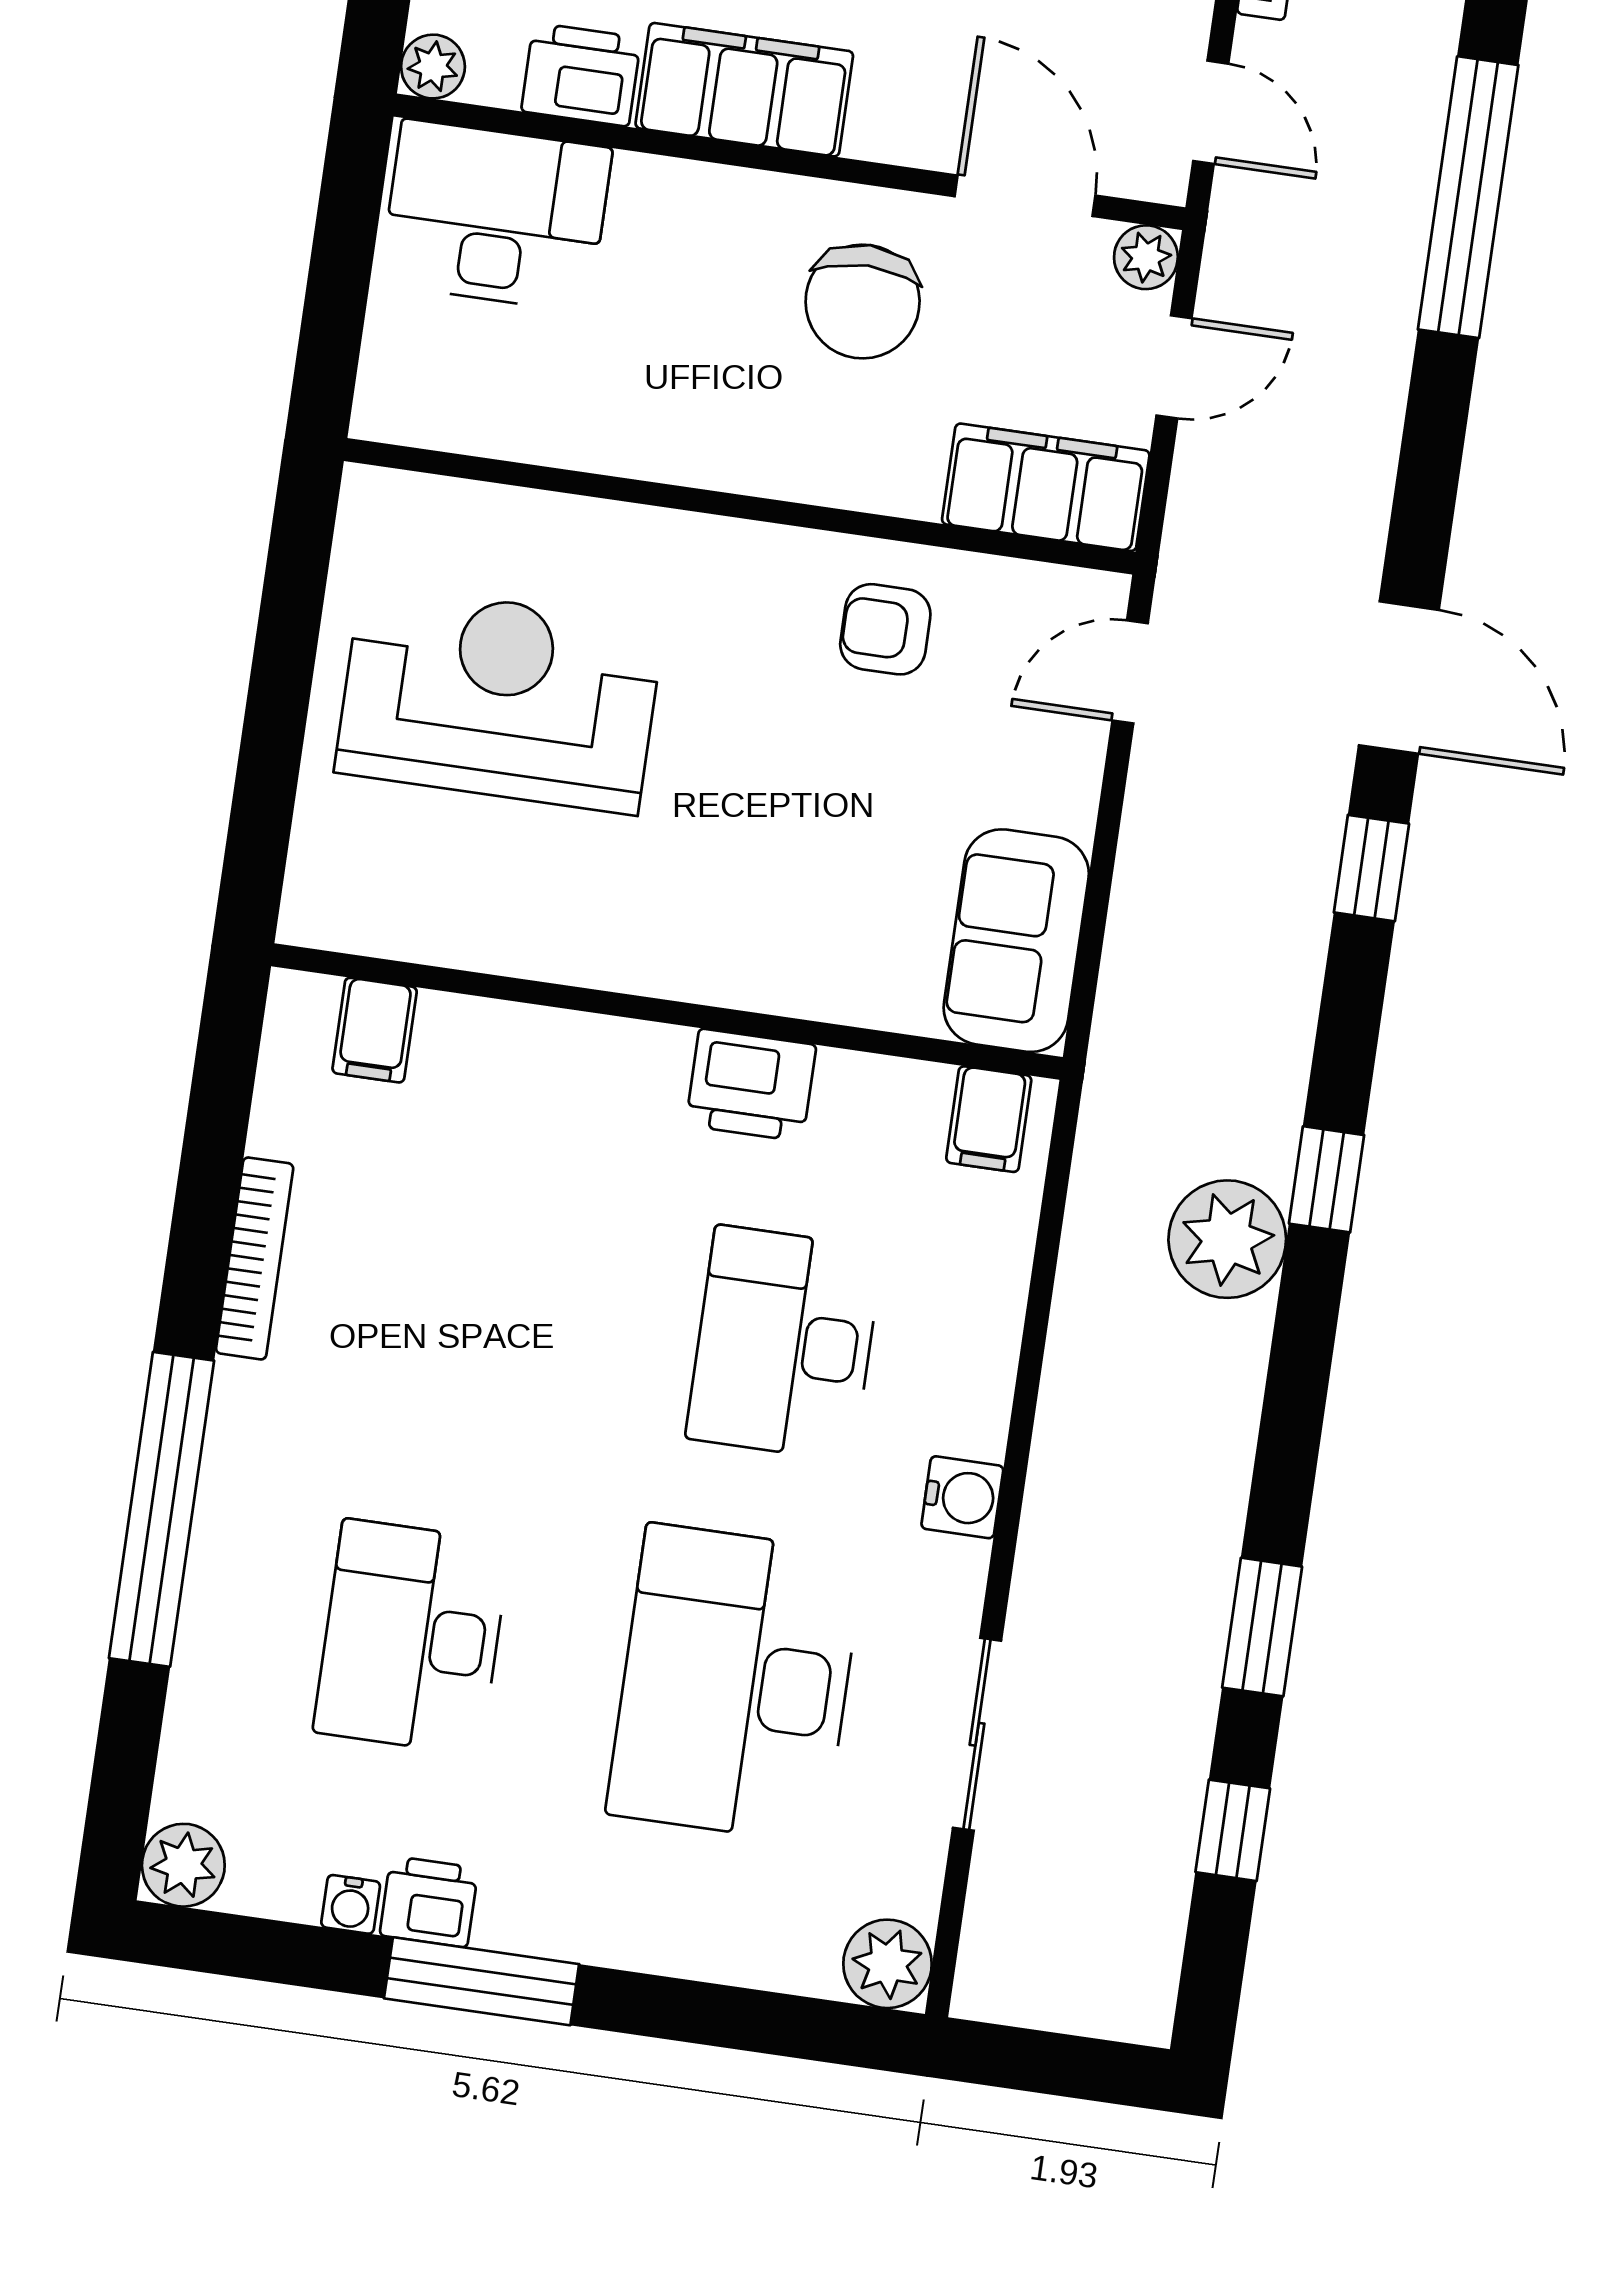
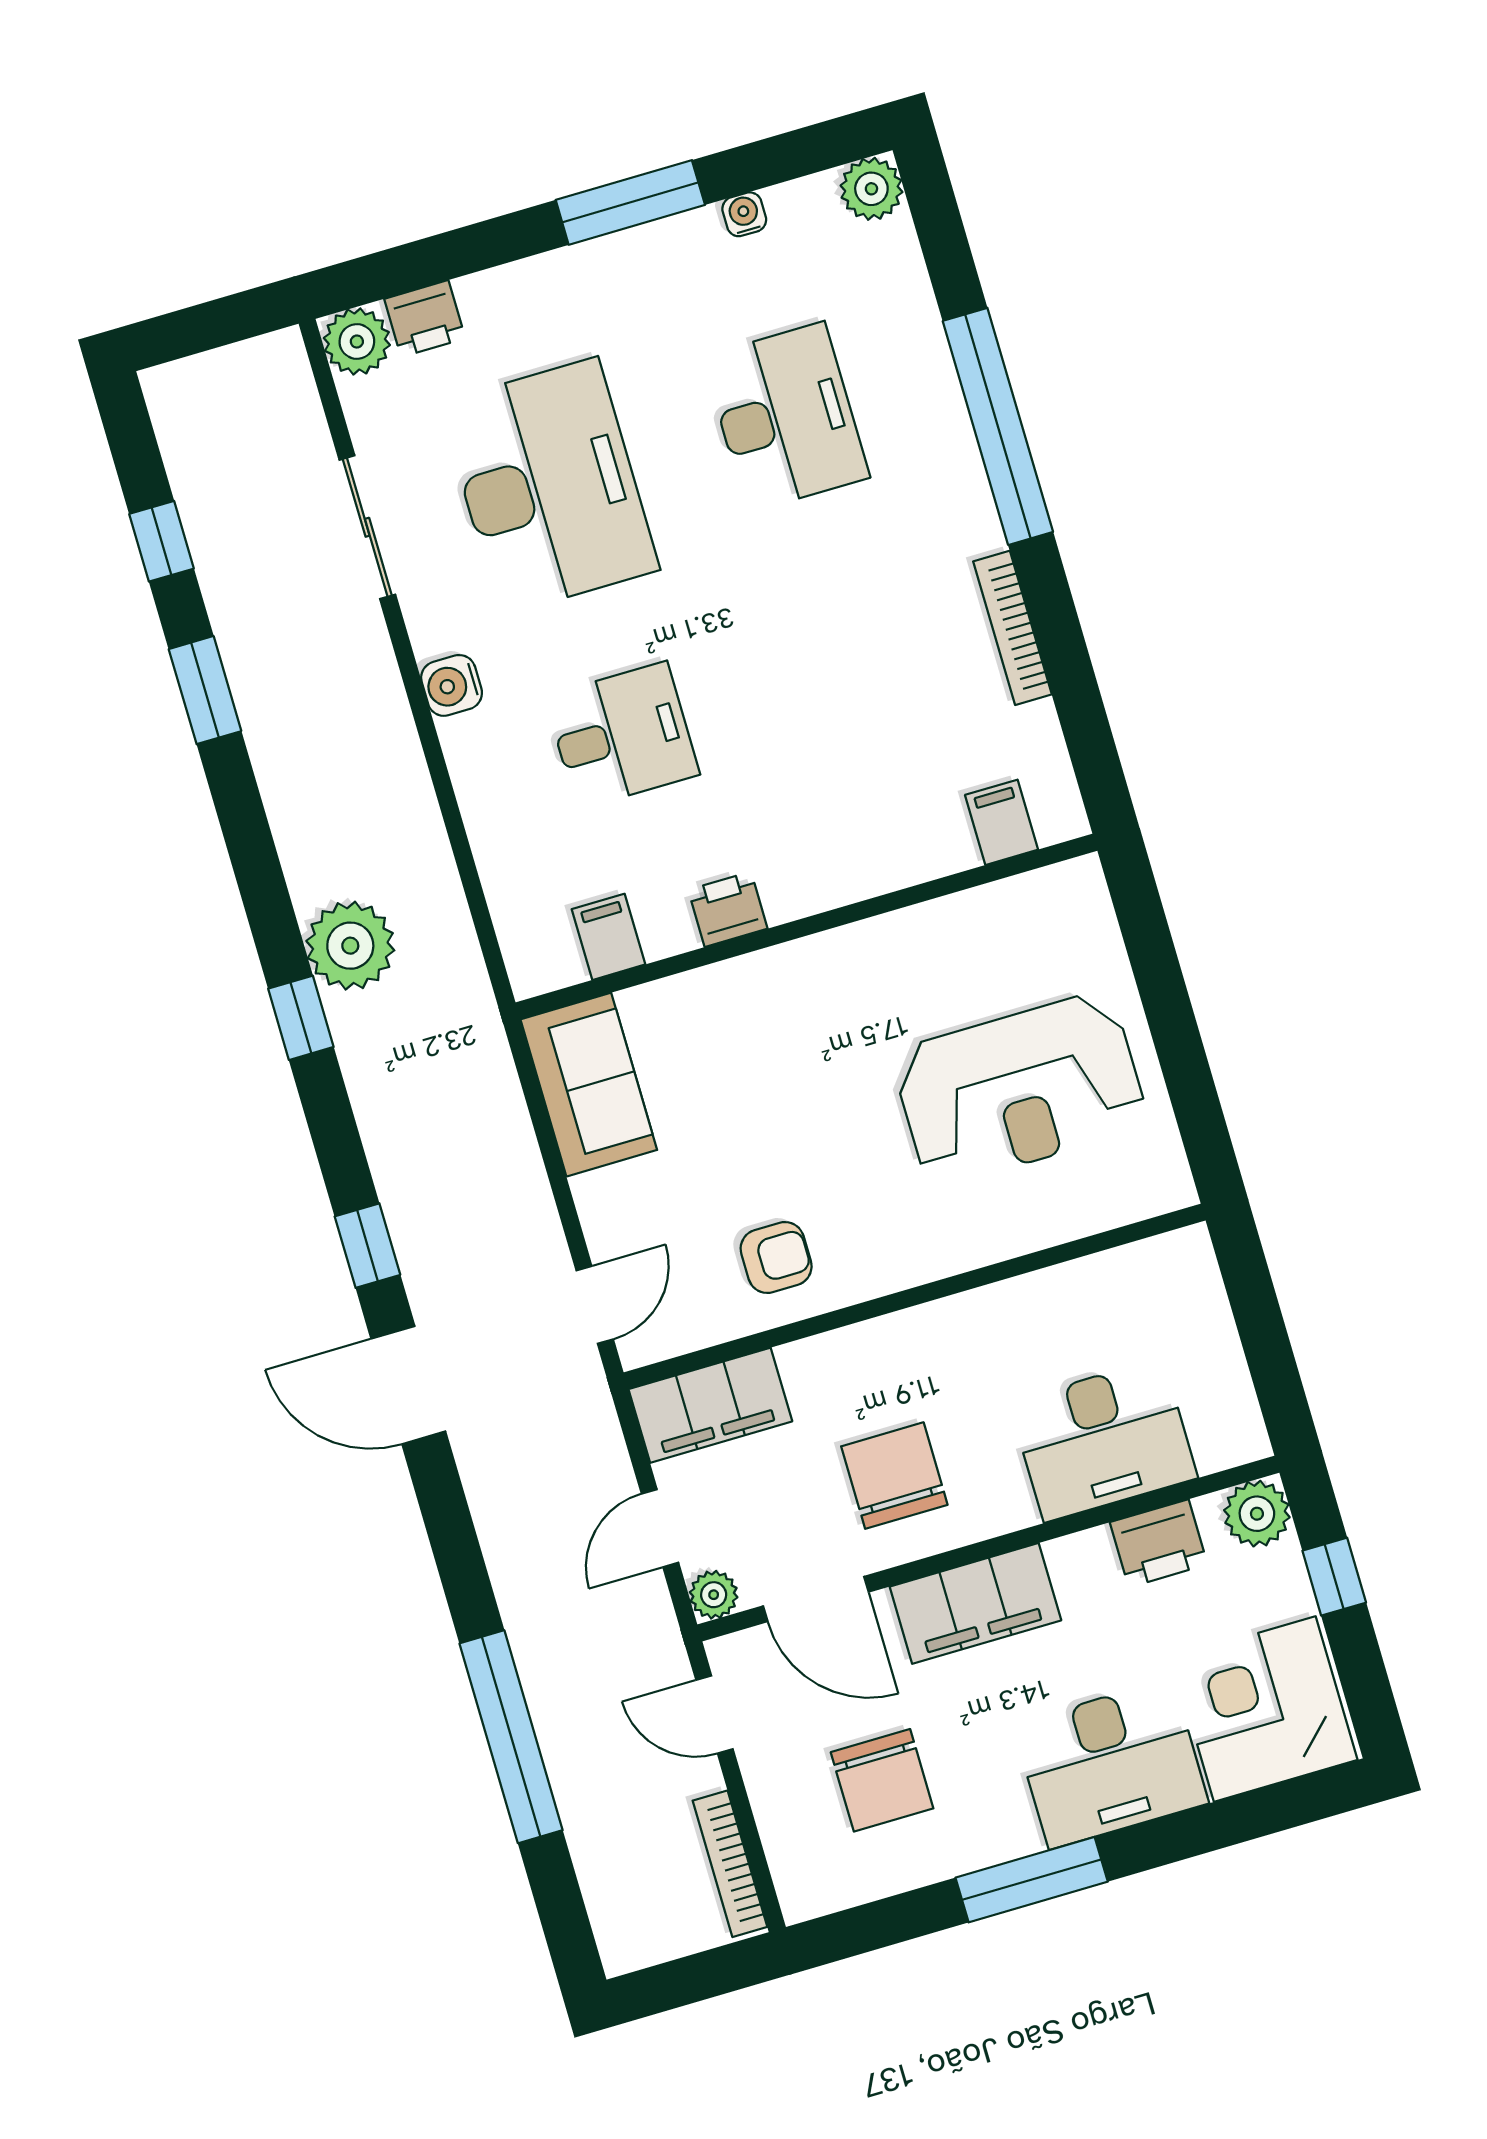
plant: (433, 67) -> (1257, 1514), width x1.38, depth x1.38
filing cabinet: (744, 90) -> (975, 1603), moved
desk: (496, 216) -> (1103, 1440), moved
printer: (751, 1085) -> (728, 909), width x0.73, depth x0.81
filing cabinet: (989, 1119) -> (609, 937), moved
desk: (784, 1343) -> (622, 735), width x0.73
printer: (429, 1902) -> (425, 319), moved

